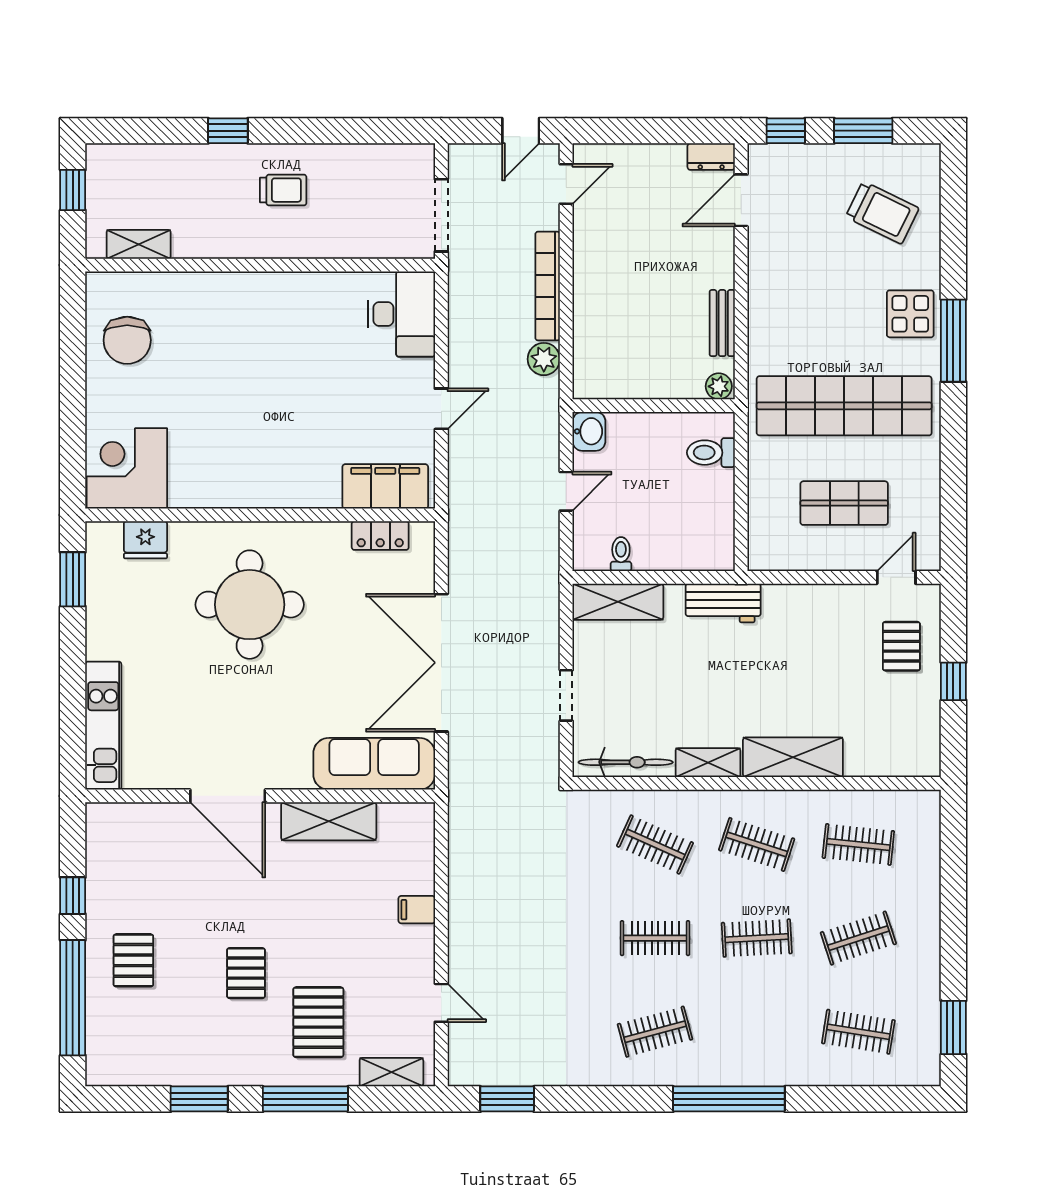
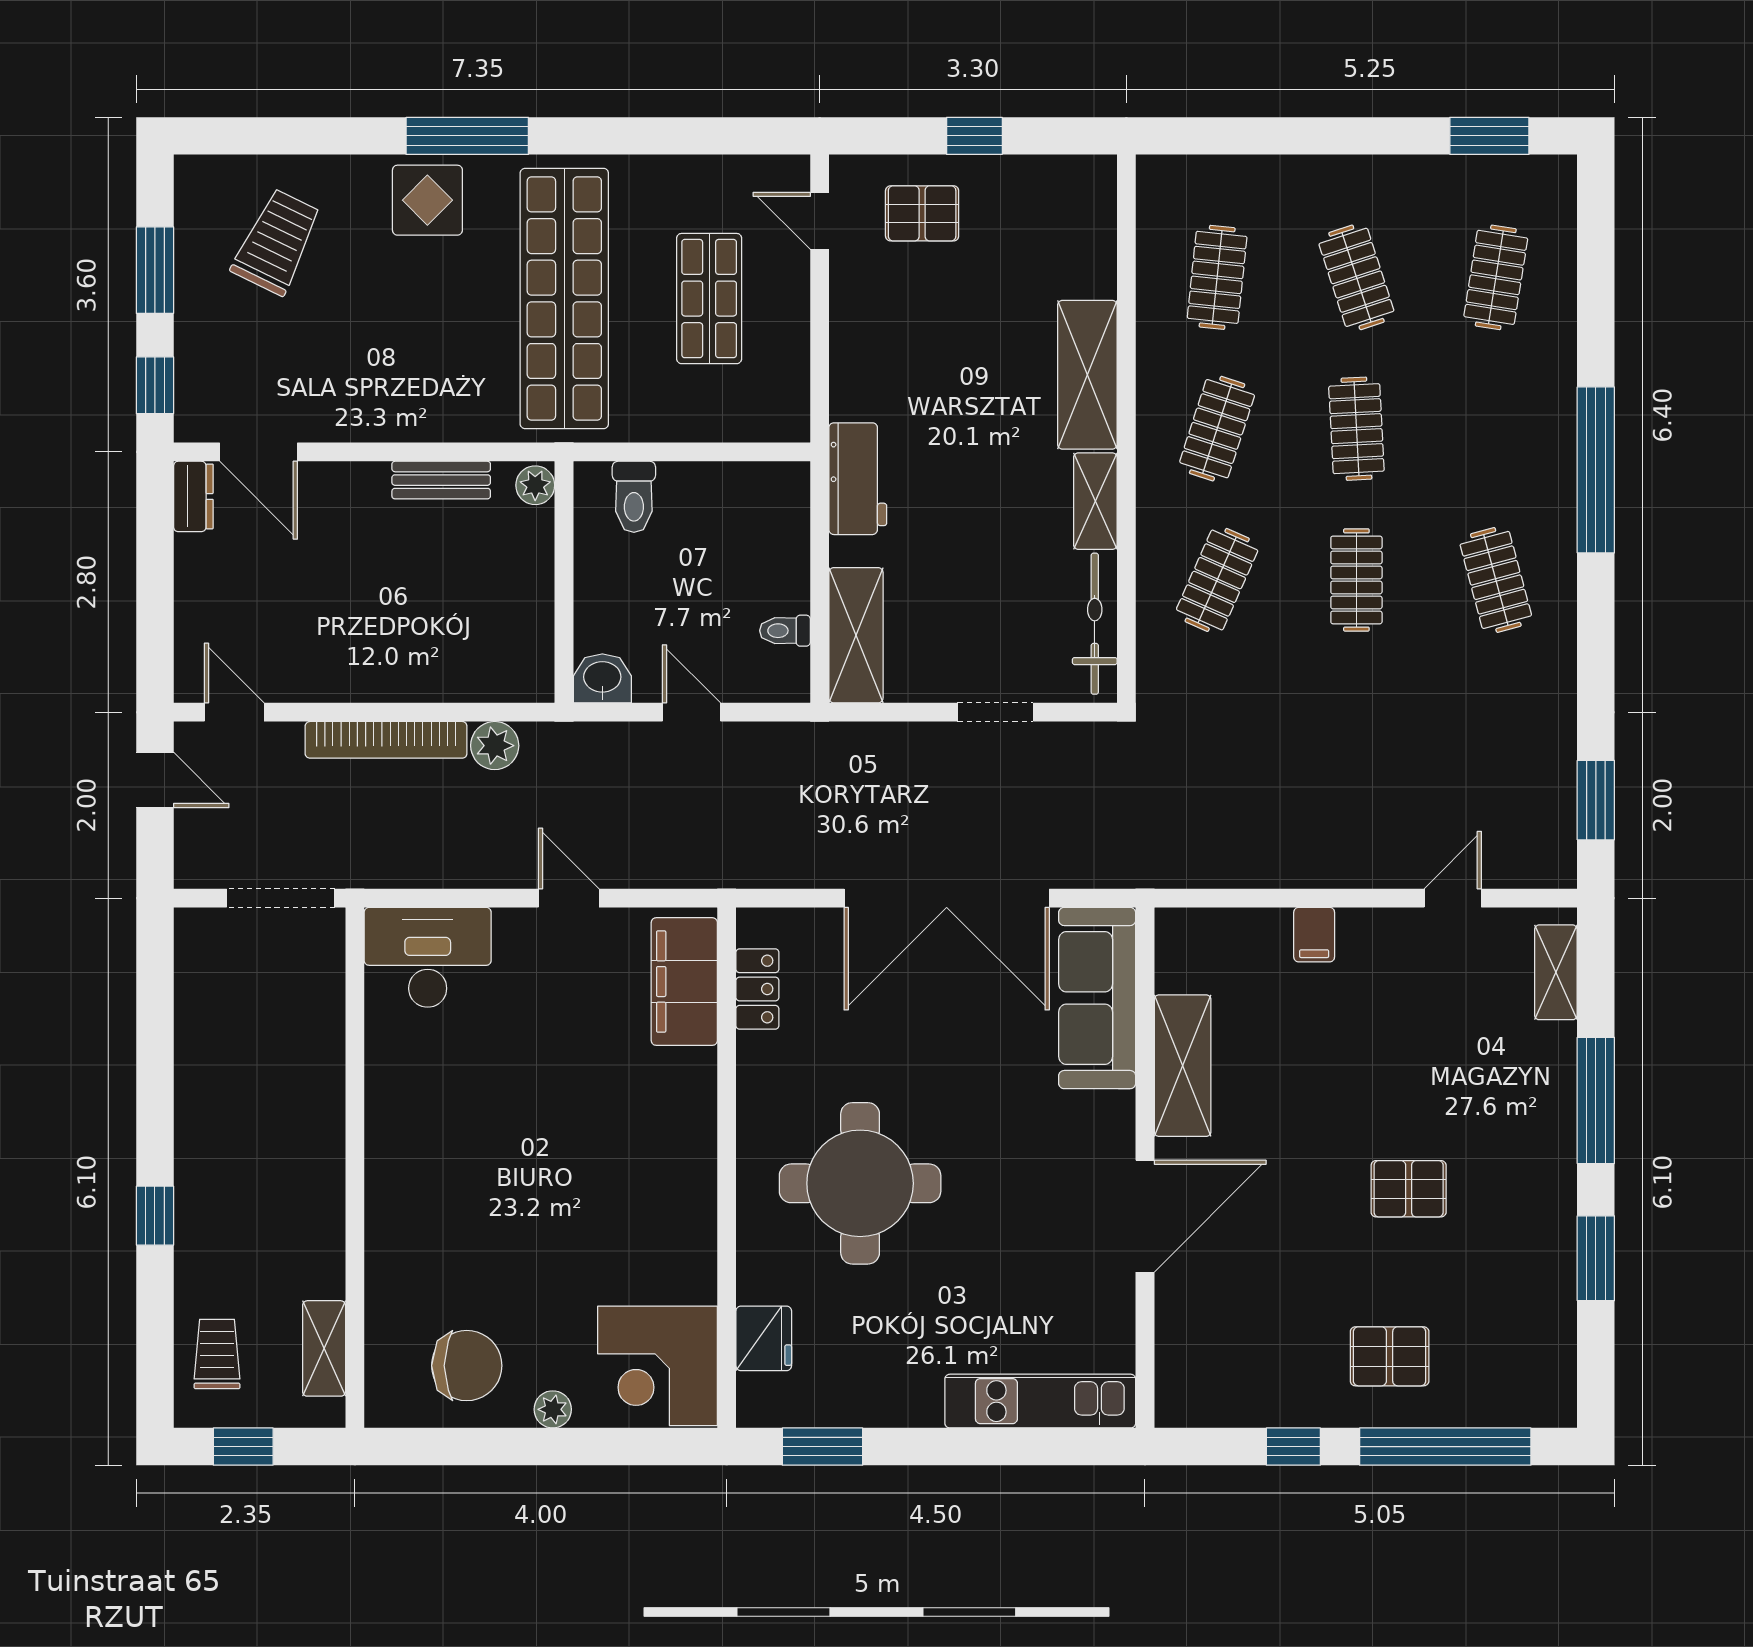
trolley: (283, 190) -> (217, 1354), moved
plant: (98, 398) -> (553, 1409), added
pallet: (318, 1022) -> (1482, 1081), removed

